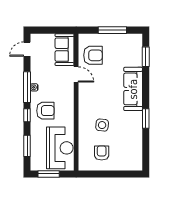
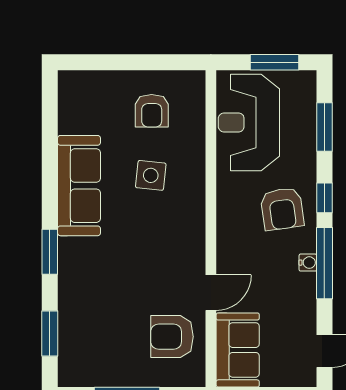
door: (76, 74) -> (211, 293), swing flipped
sofa: (133, 89) -> (79, 186), moved
armchair: (45, 111) -> (282, 209), turned -98
window: (146, 118) -> (50, 252), moved

